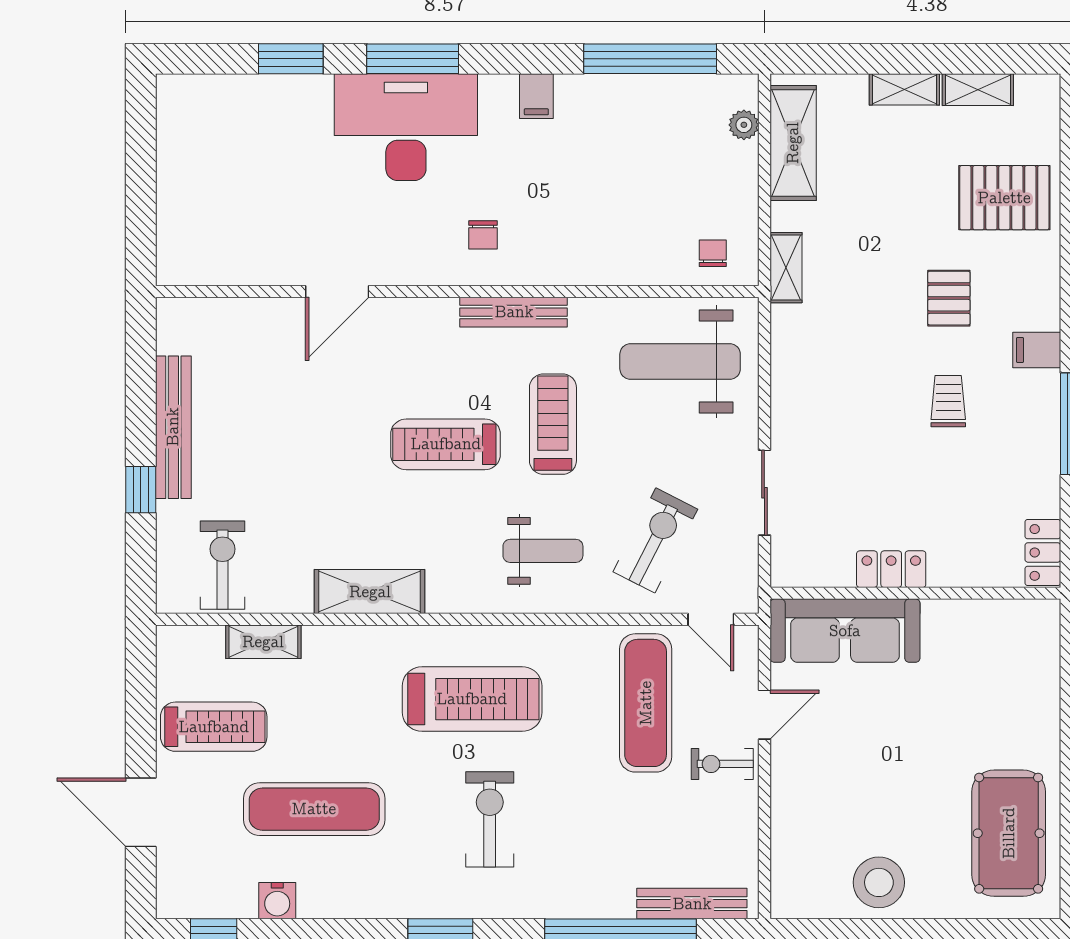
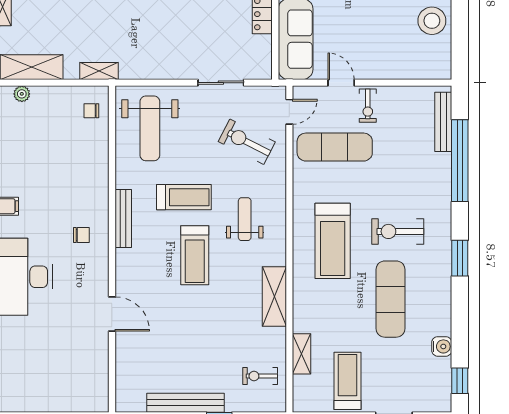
treadmill: (553, 424) -> (184, 197), turned 180
weight bench: (543, 551) -> (245, 219), moved
exercise bike: (223, 565) -> (260, 376), width x0.73, depth x0.72
treadmill: (472, 699) -> (333, 241), turned 180
exercise mat: (314, 809) -> (391, 299), moved

